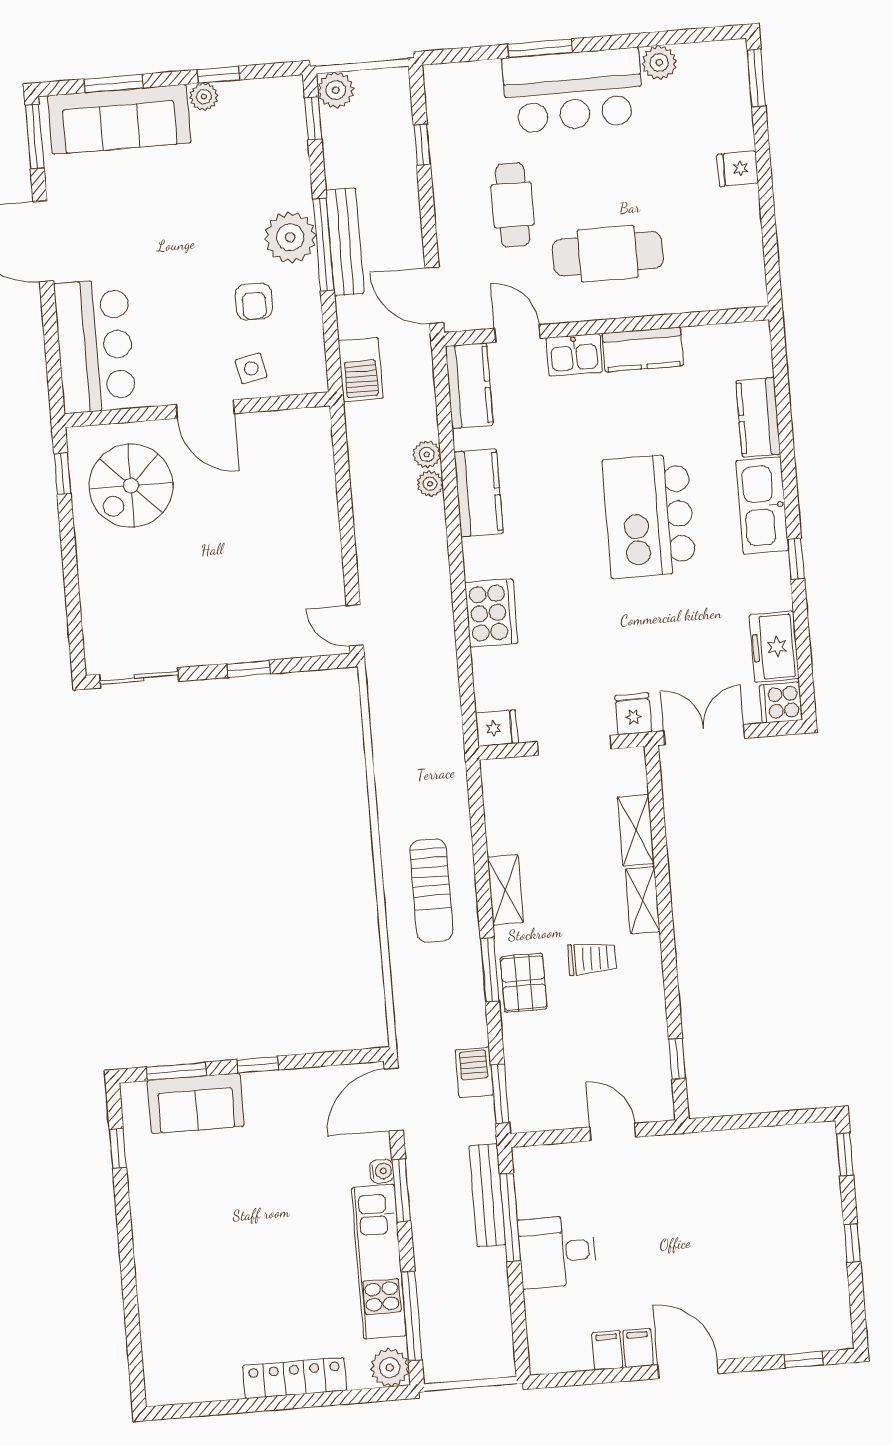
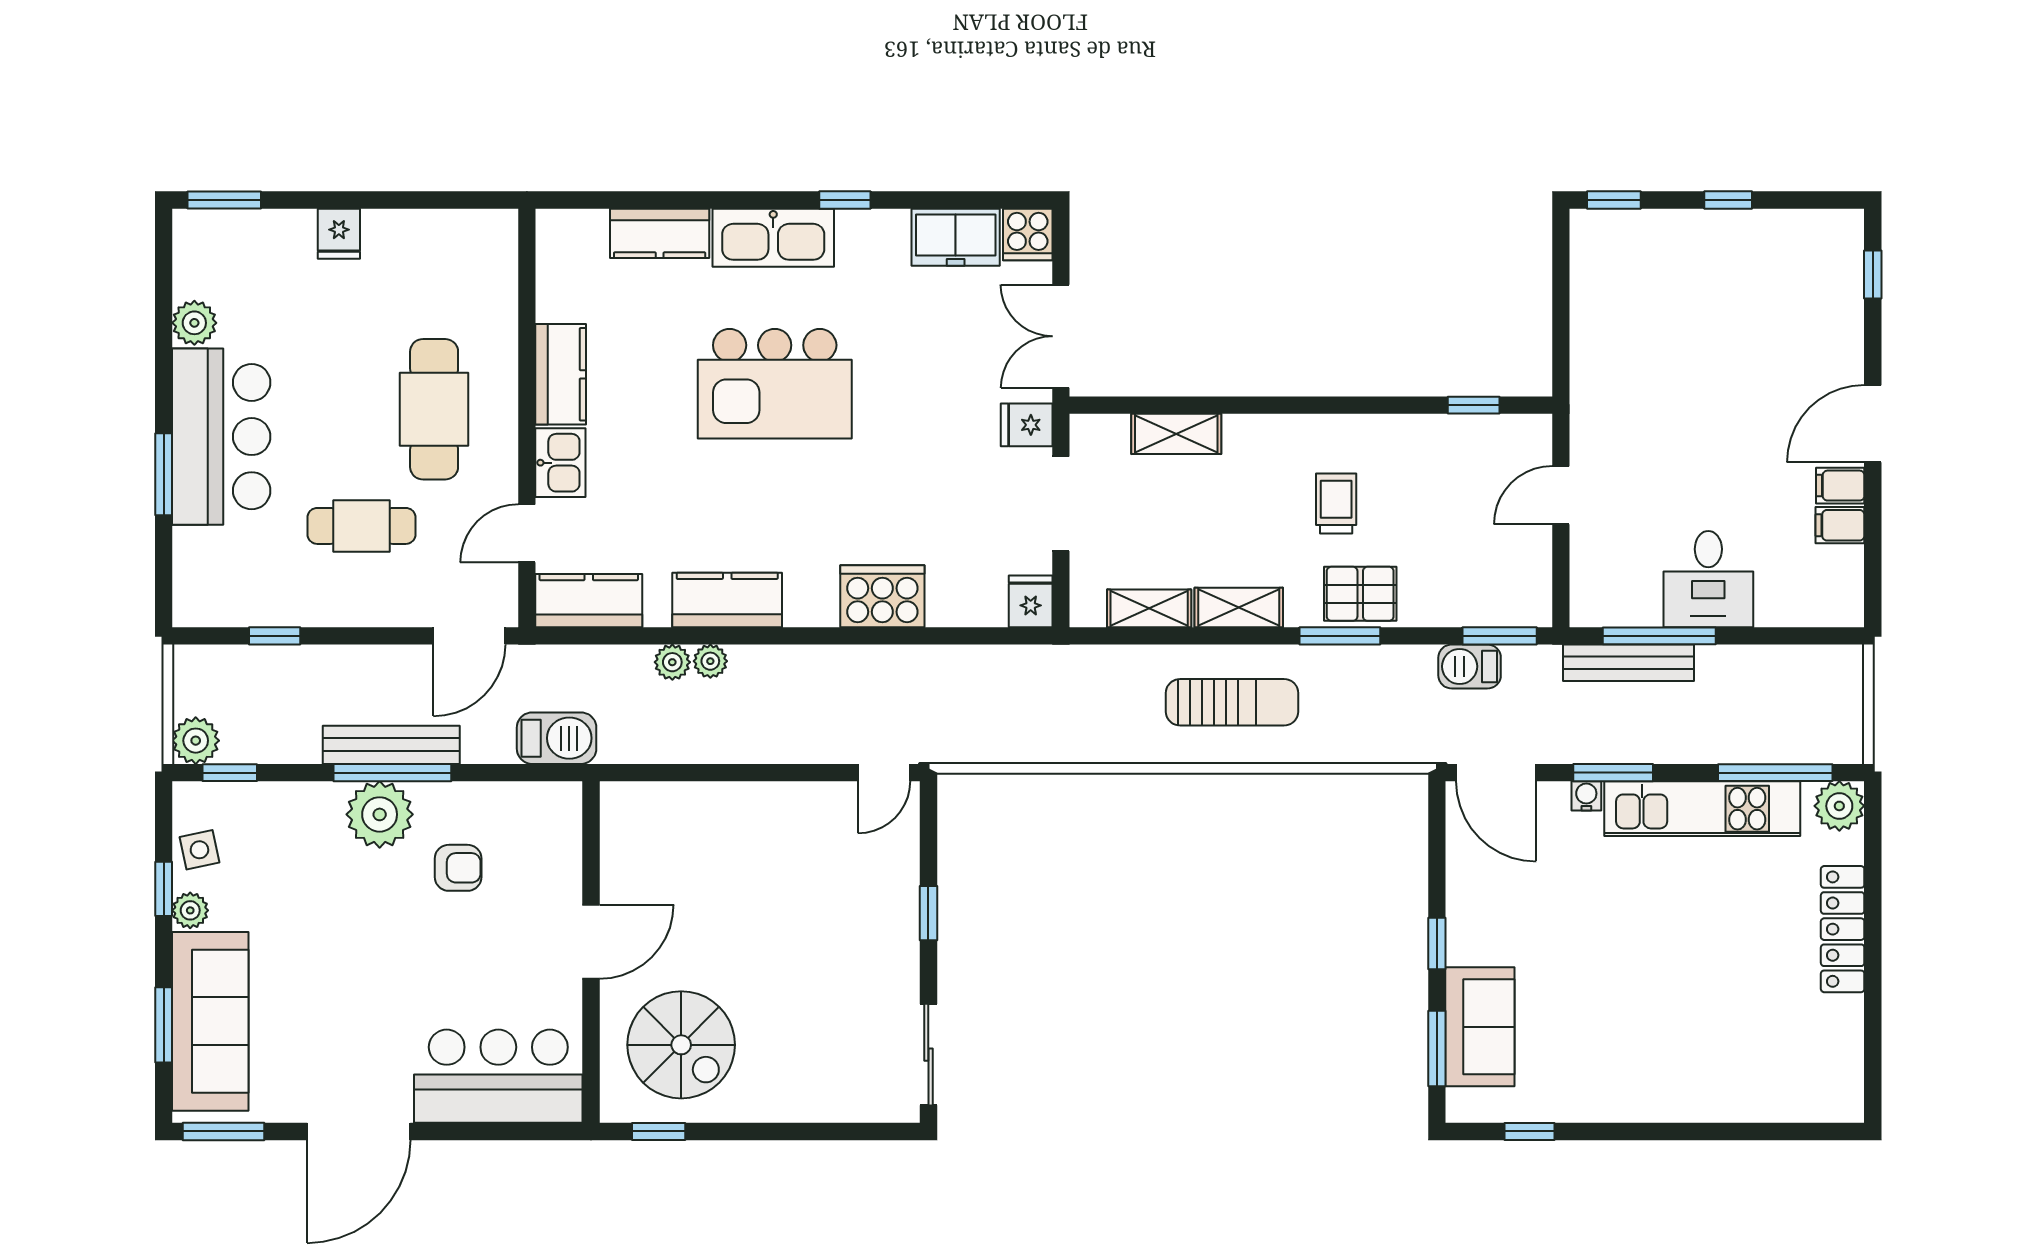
side table: (251, 368) -> (199, 850), moved
shelving: (643, 900) -> (1149, 608), moved

